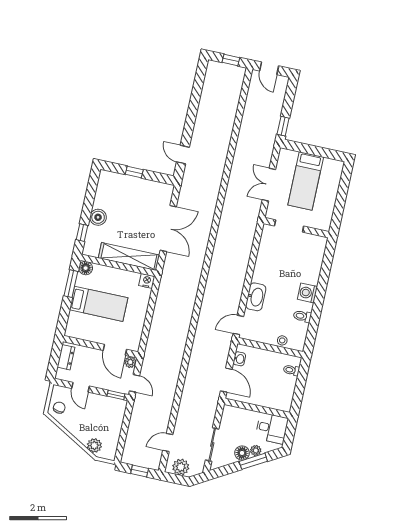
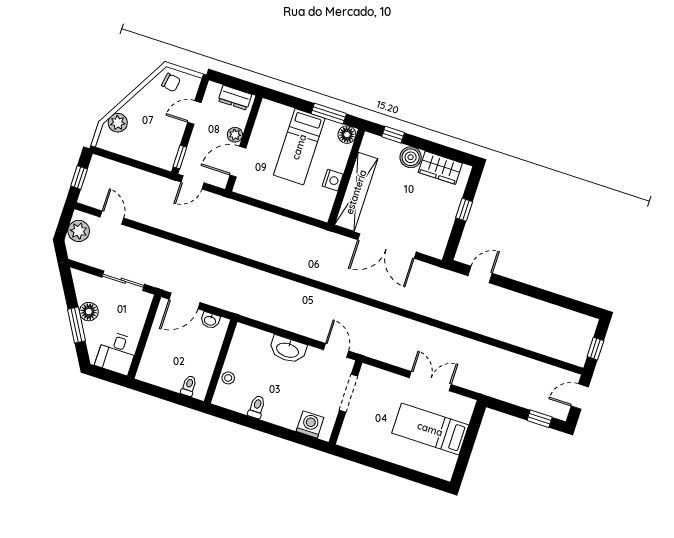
window: (283, 126) -> (540, 419), moved
wardrobe: (104, 194) -> (440, 168), added
doorway: (289, 226) -> (348, 393), moved
wall: (296, 228) -> (345, 402), moved
nightstand: (147, 281) -> (333, 180), moved
washing machine: (307, 293) -> (310, 424), moved
door: (238, 325) -> (336, 350), moved
plant: (130, 362) -> (235, 135), moved
sliding door: (212, 444) -> (123, 281), moved
plant: (256, 450) -> (90, 329), removed

